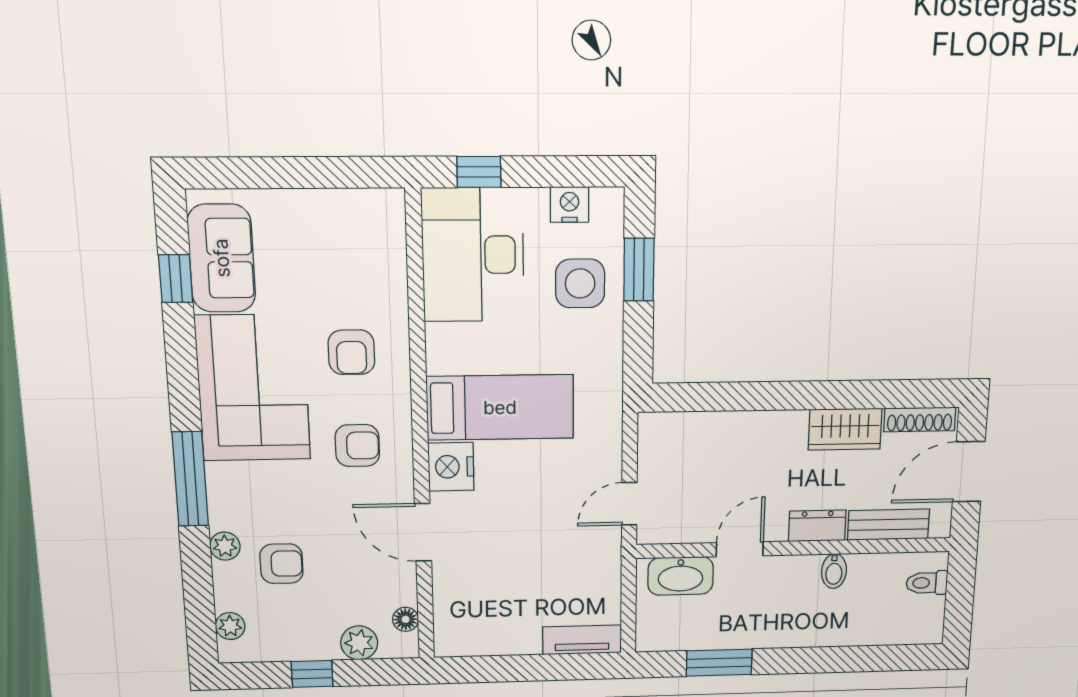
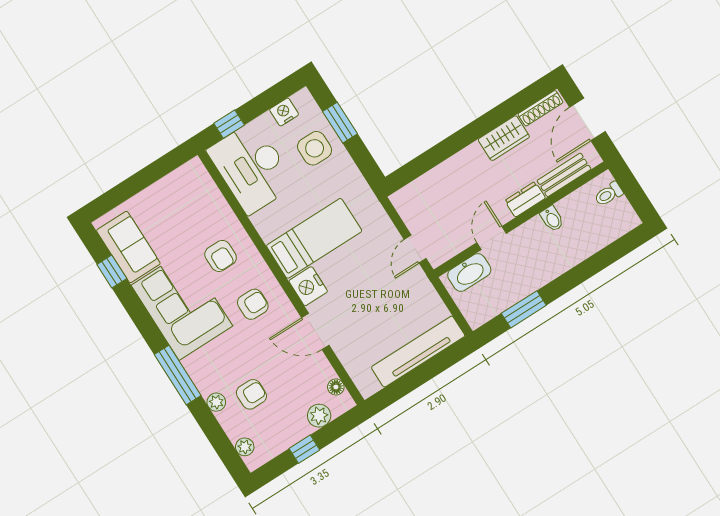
tv unit: (582, 640) -> (418, 352), width x1.92, depth x1.29

